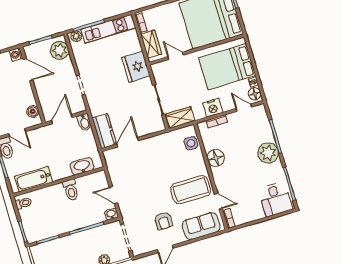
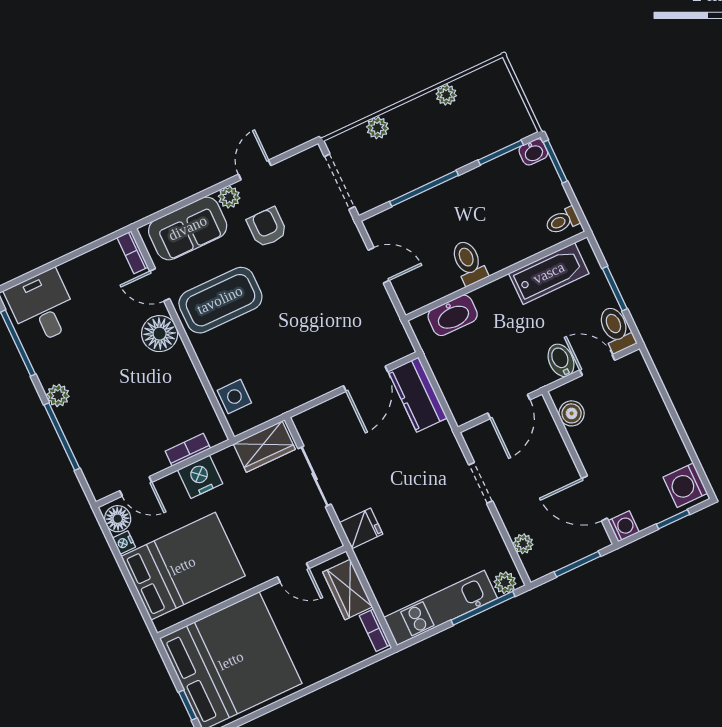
plant: (60, 50) -> (523, 544), width x0.53, depth x0.53
fridge: (136, 67) -> (361, 528), width x0.53, depth x0.75
bidet: (85, 122) -> (561, 360), moved
plant: (268, 153) -> (58, 395), width x0.53, depth x0.53
floor lamp: (216, 158) -> (160, 334), moved
washbasin: (111, 214) -> (533, 152), moved
plant: (179, 238) -> (229, 197), added

